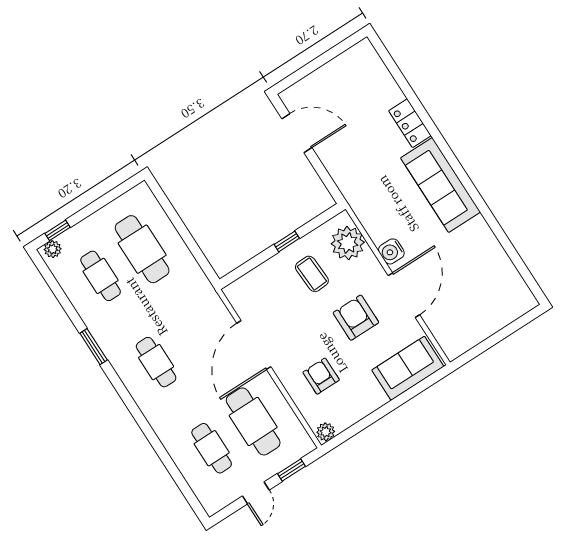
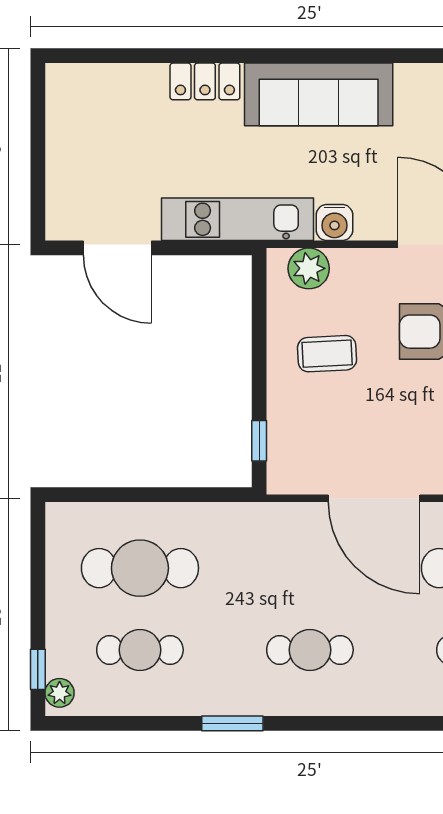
door: (297, 133) -> (117, 248), swing flipped
kitchen unit: (351, 185) -> (237, 219), added
window: (287, 241) -> (259, 441), moved
plant: (348, 243) -> (309, 268), width x0.73, depth x0.73
water cooler: (391, 251) -> (334, 223), moved

